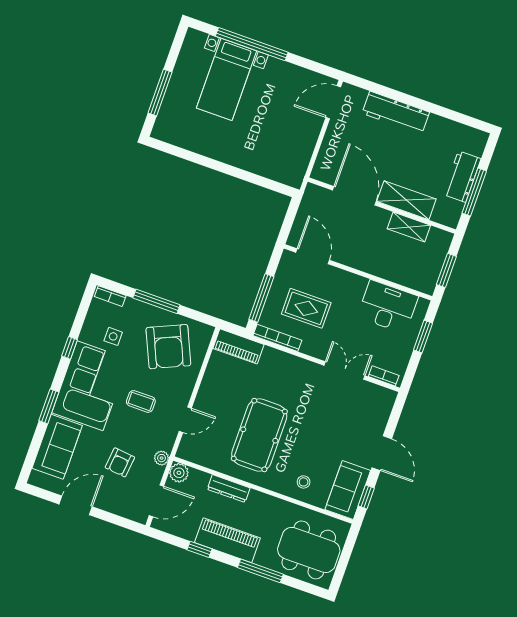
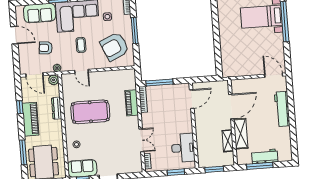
rug: (306, 308) -> (164, 107), removed
piano: (238, 346) -> (132, 103), moved
window: (260, 571) -> (23, 152), moved

